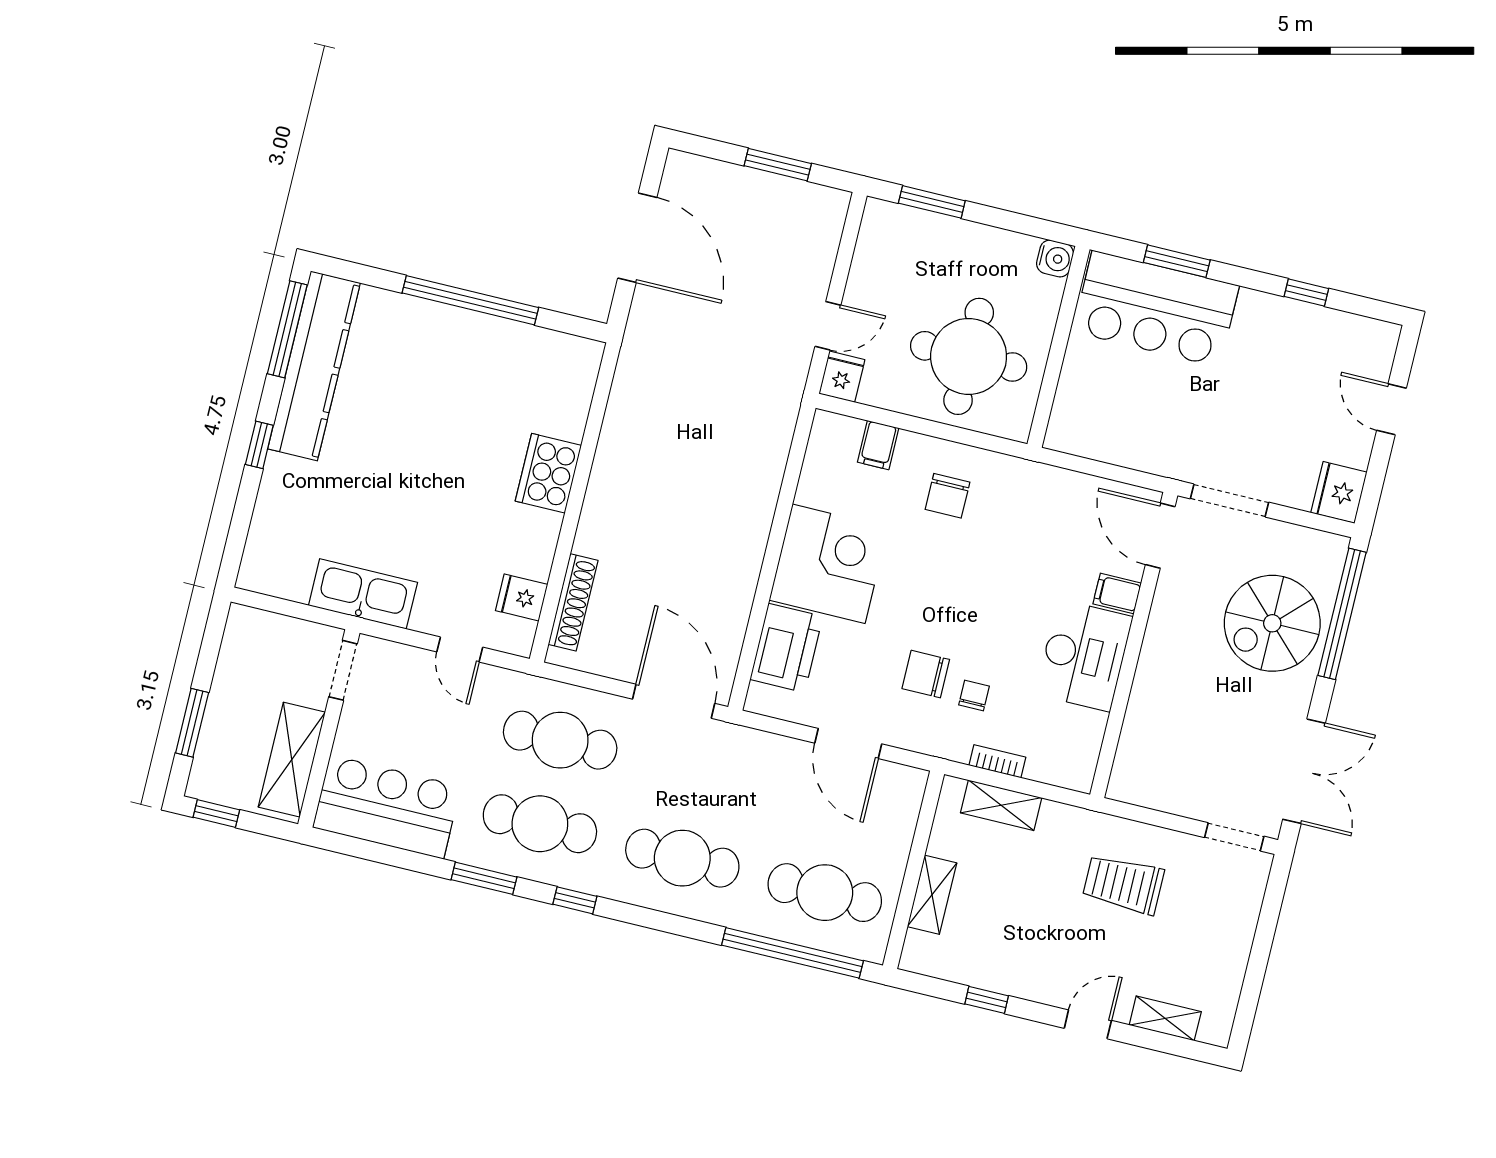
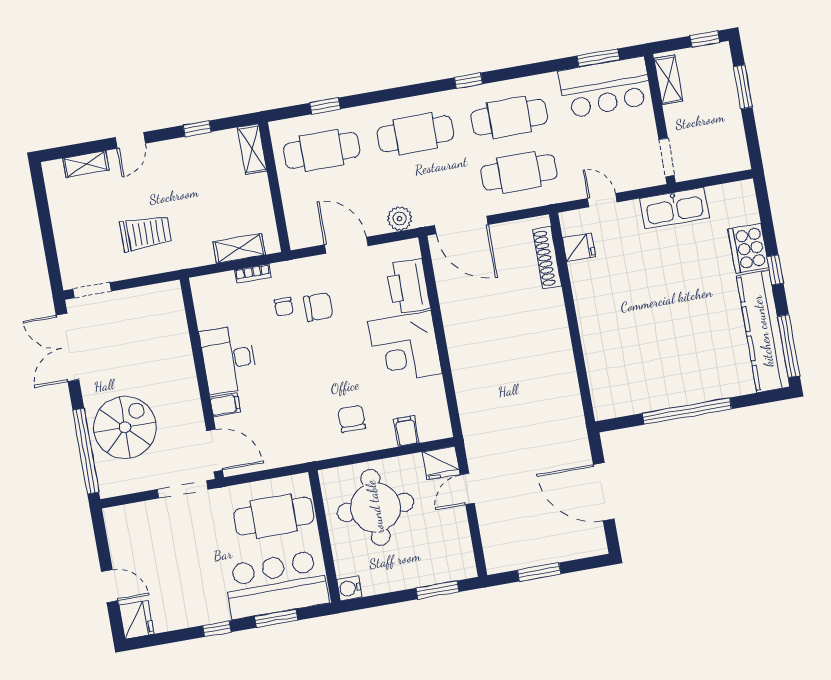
window: (1306, 293) -> (217, 629), moved
fridge: (842, 377) -> (441, 463), width x1.38
cafe table: (1117, 407) -> (274, 516), added
cooker: (548, 473) -> (748, 248), moved, turned 180
fridge: (1339, 492) -> (136, 620), moved
plant: (757, 748) -> (400, 219), added
shelving: (292, 760) -> (668, 80), width x0.67, depth x0.75
window: (484, 878) -> (598, 58), moved
shelving: (932, 895) -> (252, 149), moved
window: (792, 953) -> (325, 106), width x0.32

